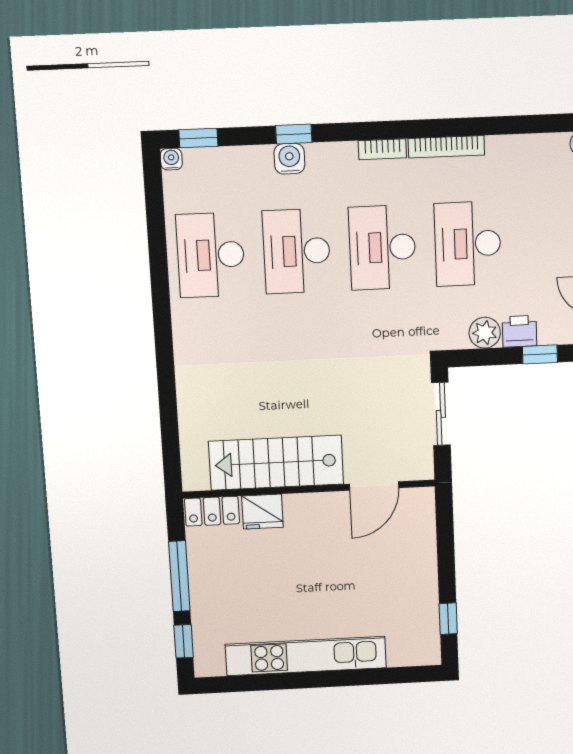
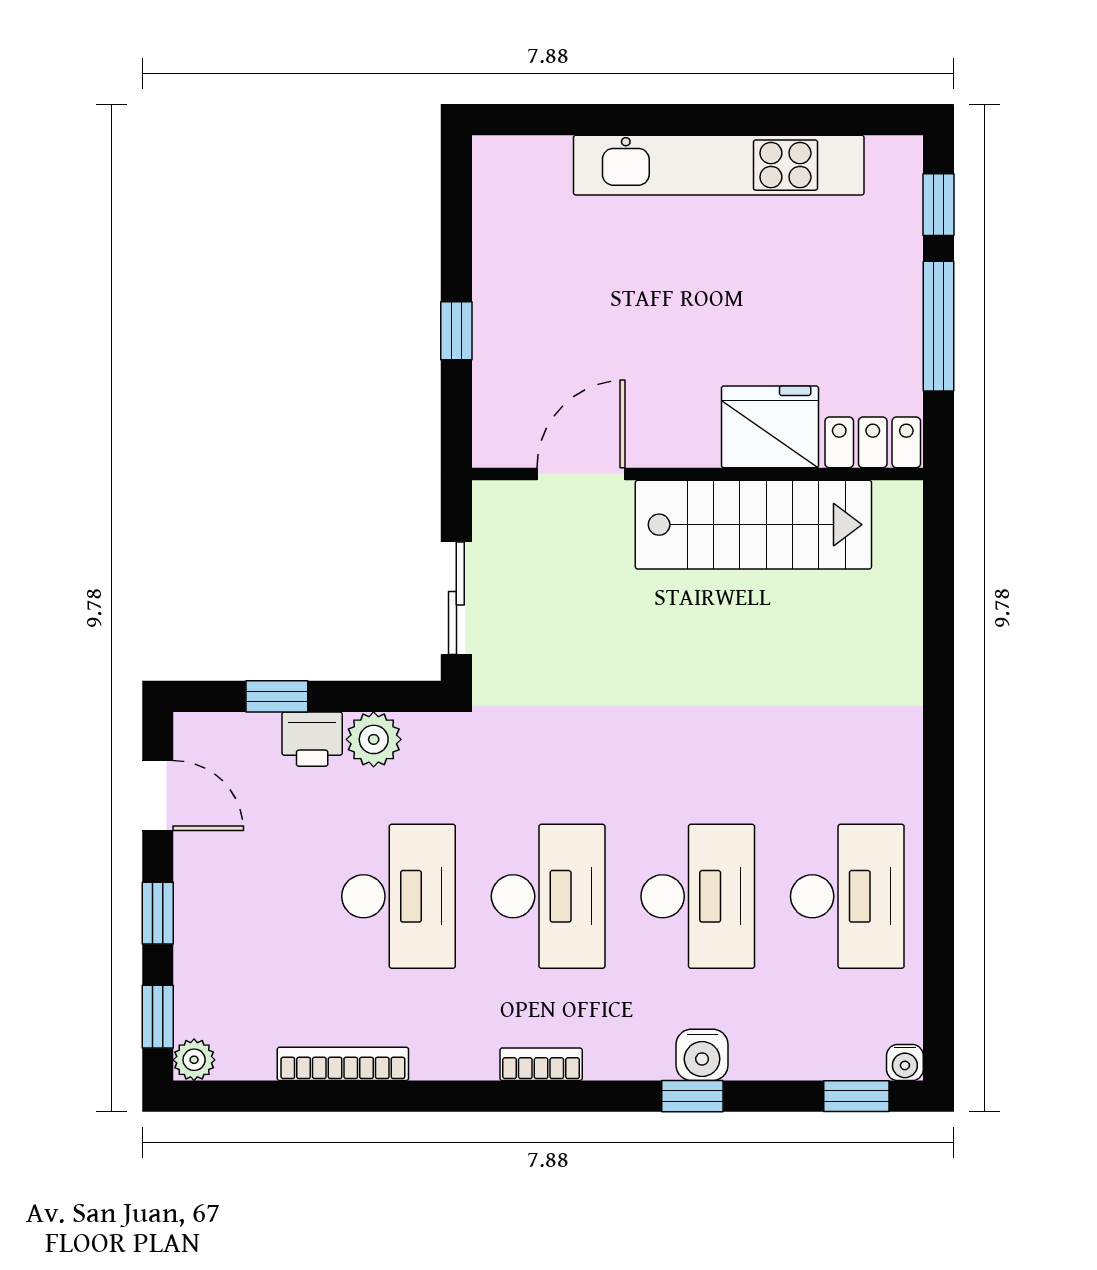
bookcase: (446, 147) -> (343, 1064), moved
fridge: (262, 512) -> (770, 427), width x1.36, depth x1.34
window: (448, 619) -> (456, 331), moved

